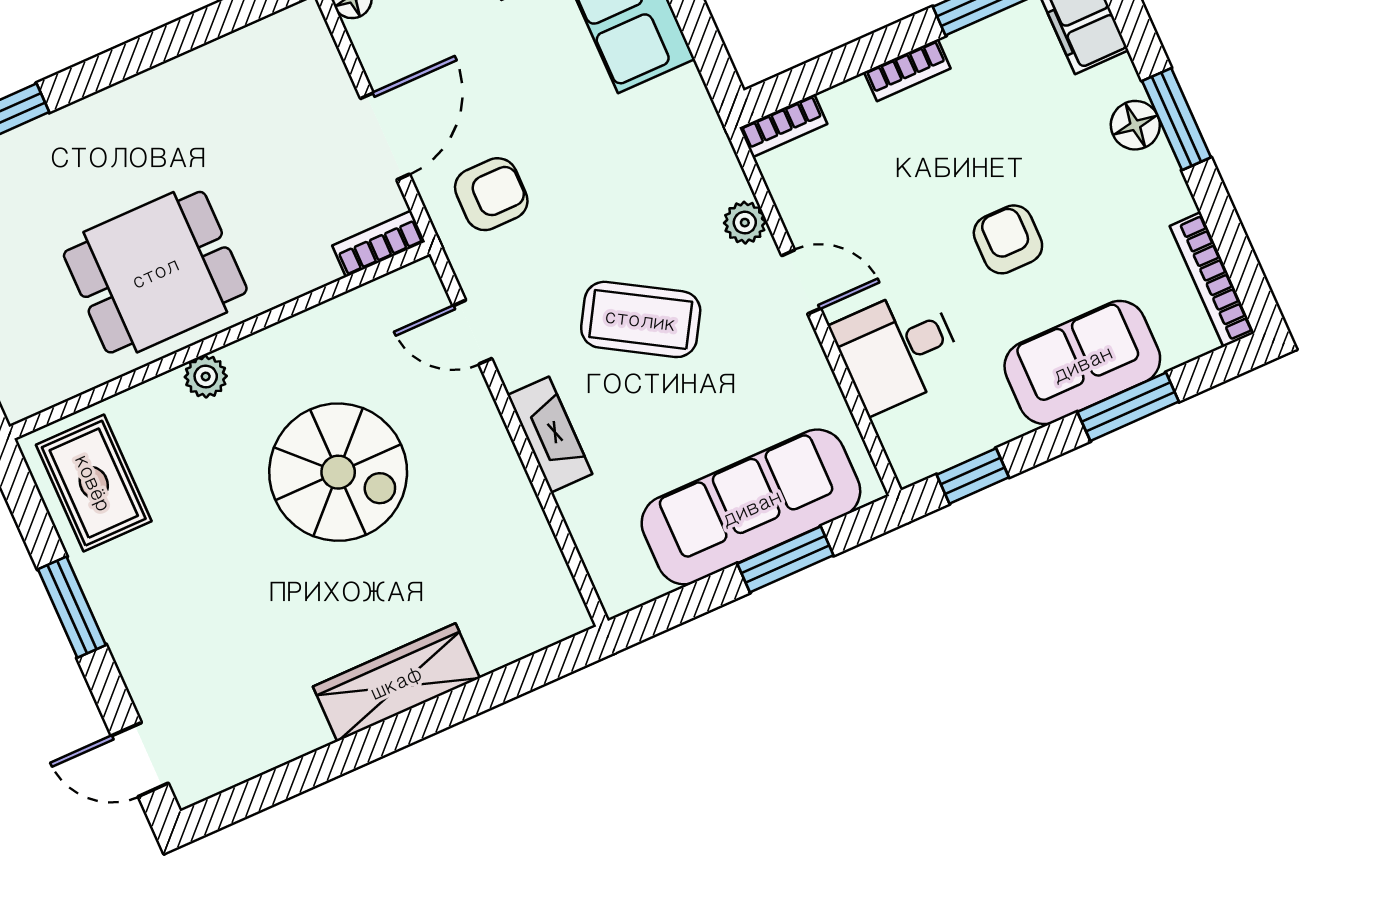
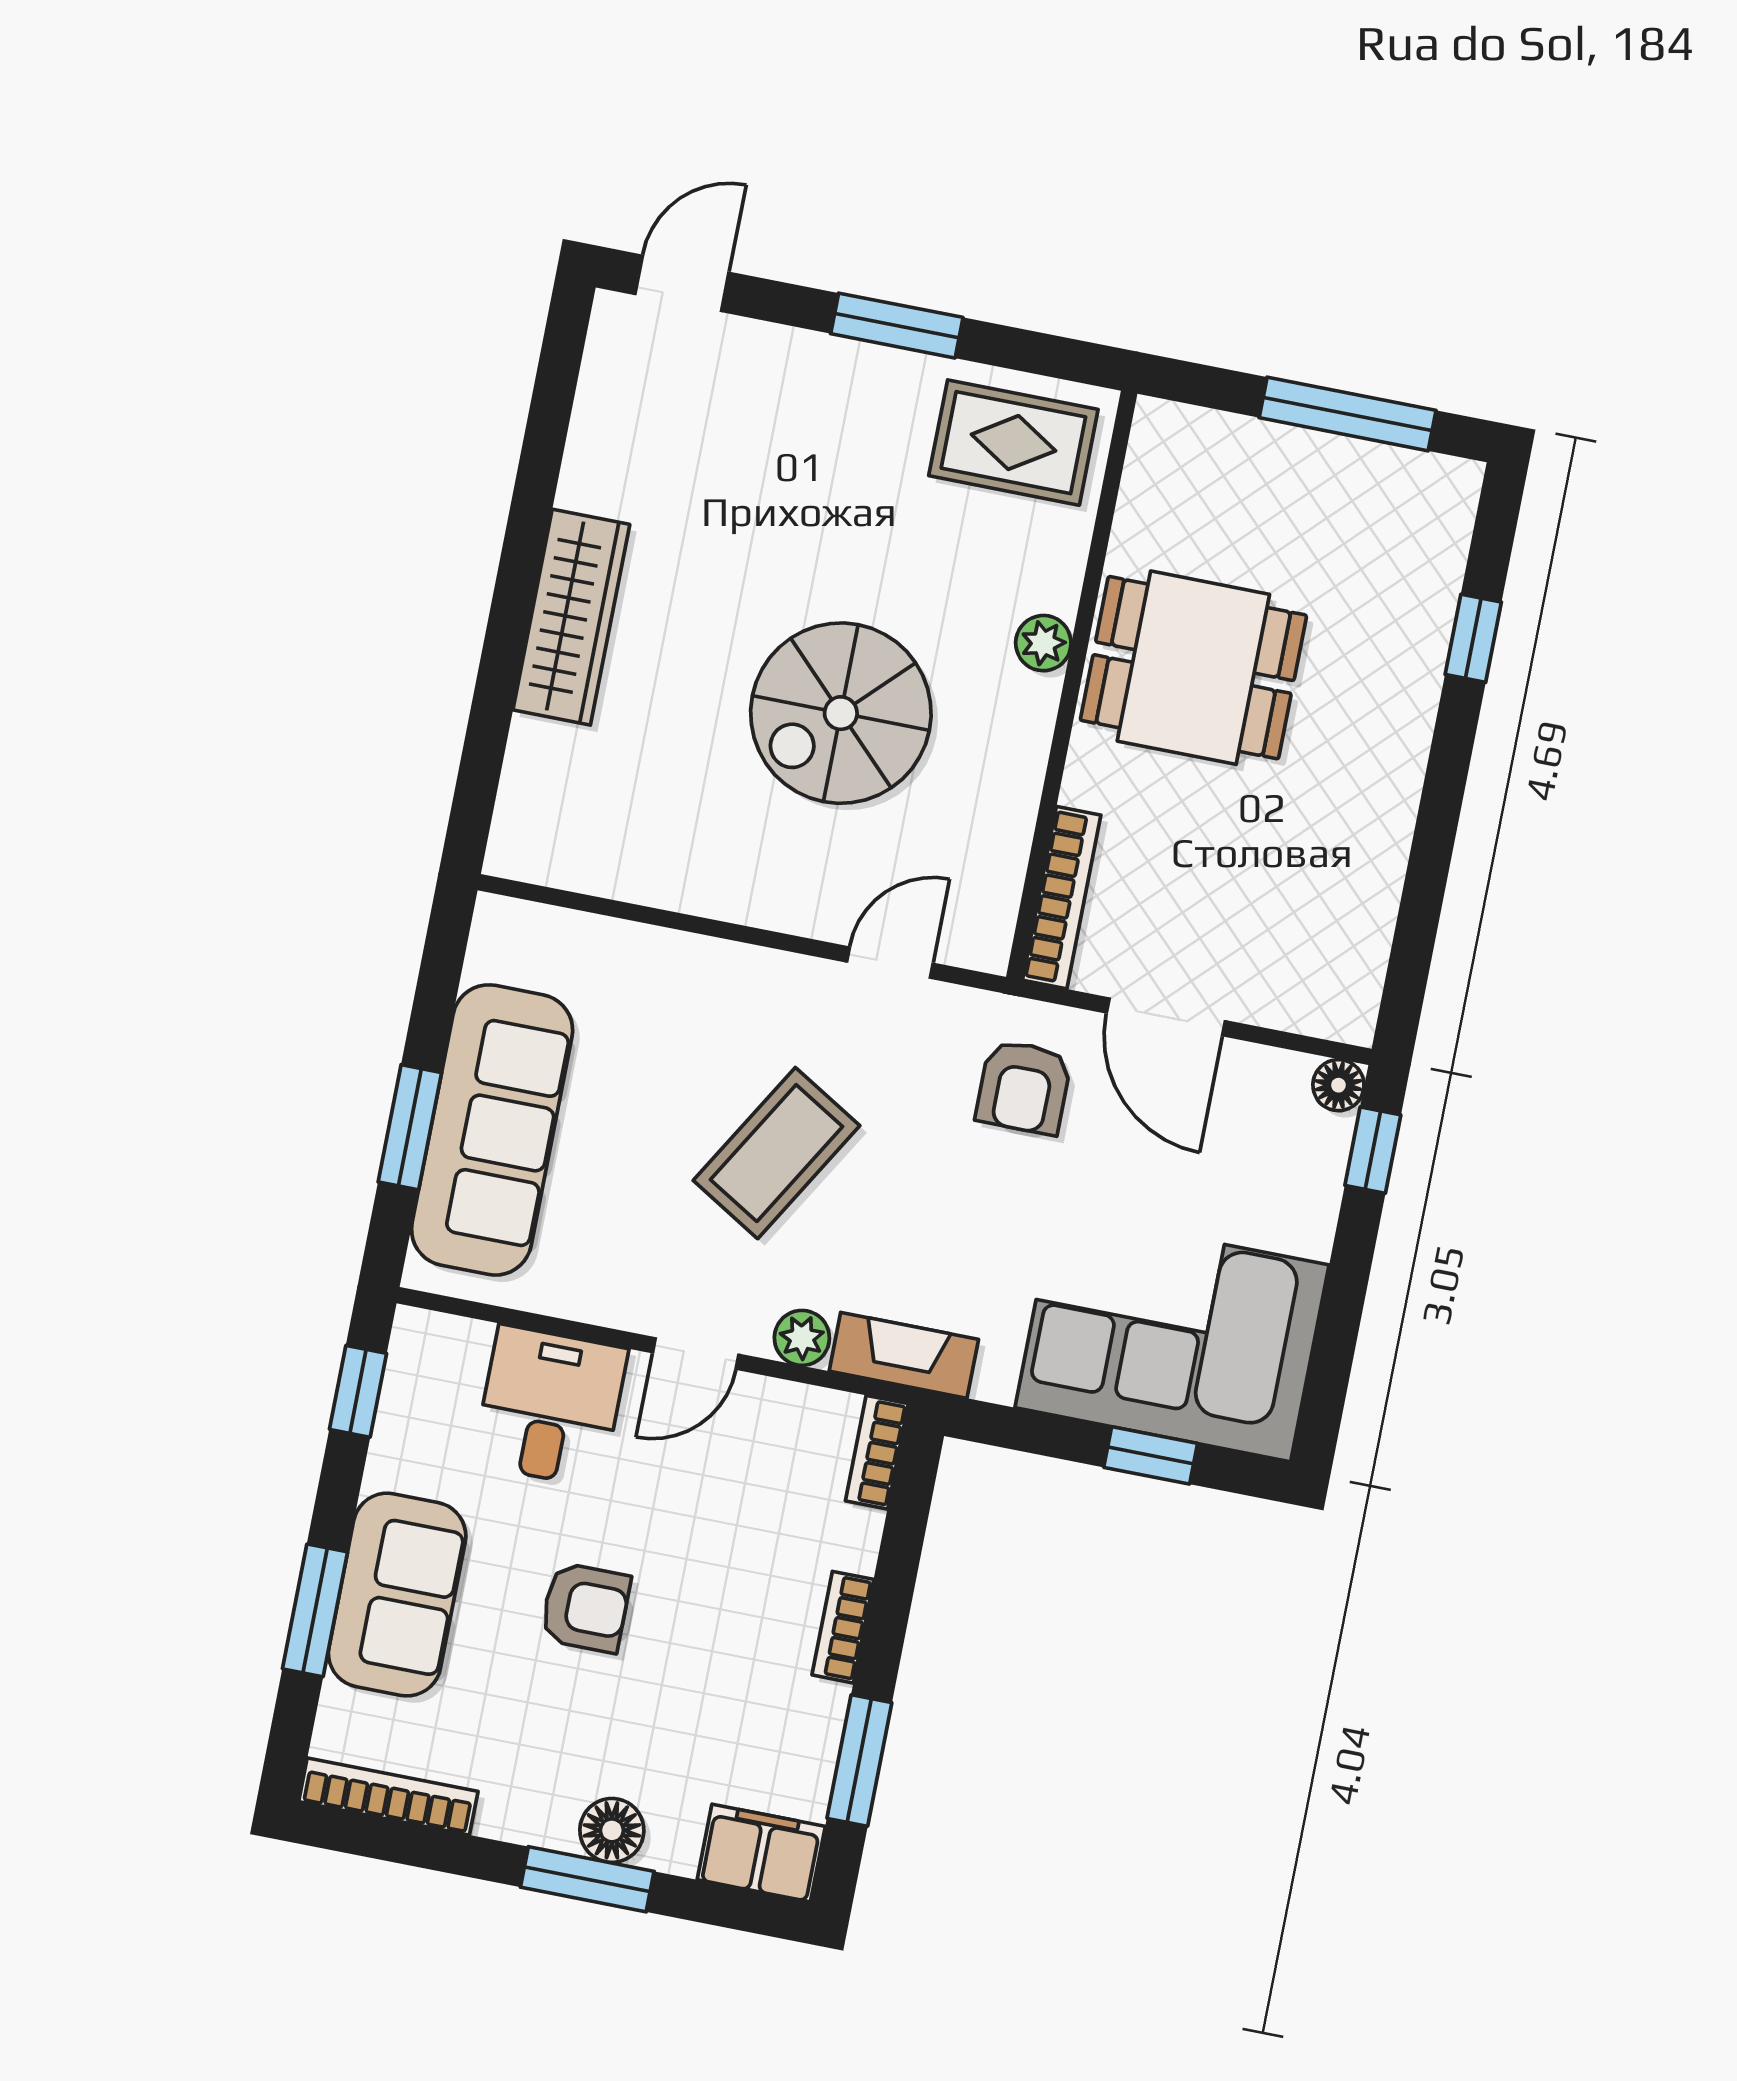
bookcase: (379, 244) -> (1062, 898), width x1.56
dining table: (155, 272) -> (1193, 668), turned 90
fireplace: (550, 435) -> (904, 1355), moved, turned 180

